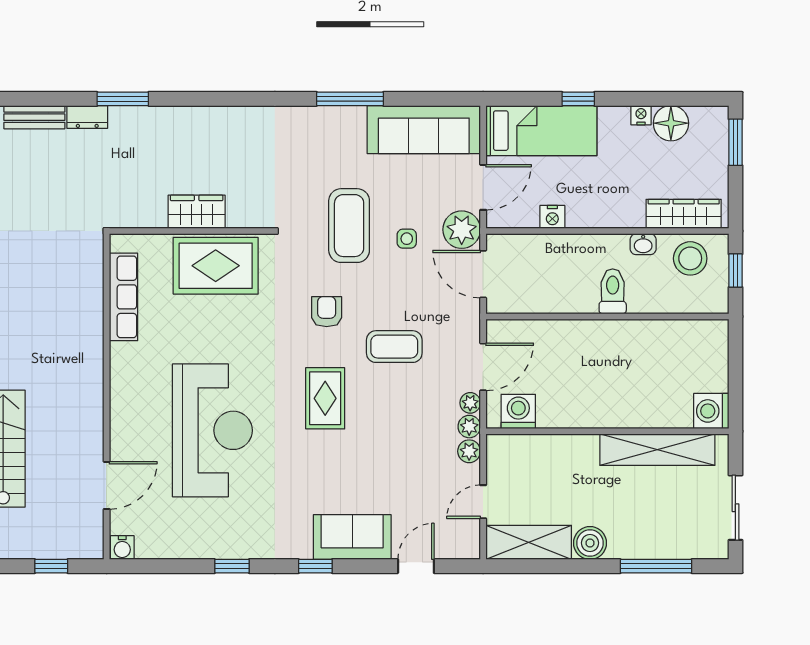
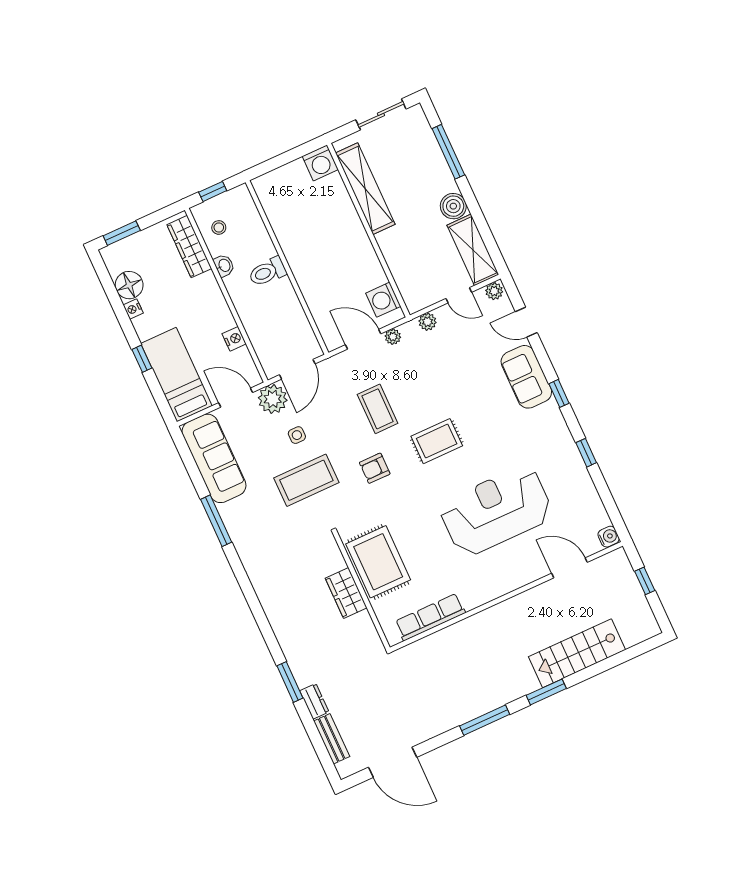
stool: (690, 258) -> (219, 227), width x0.53, depth x0.53
plant: (469, 427) -> (494, 291), moved

